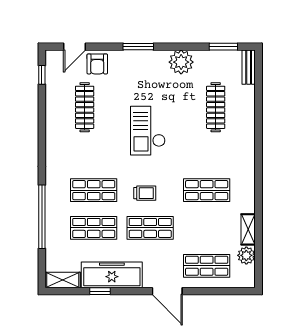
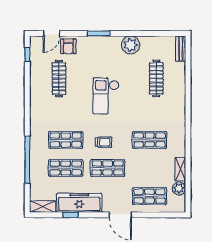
window: (223, 47) -> (162, 33), removed

